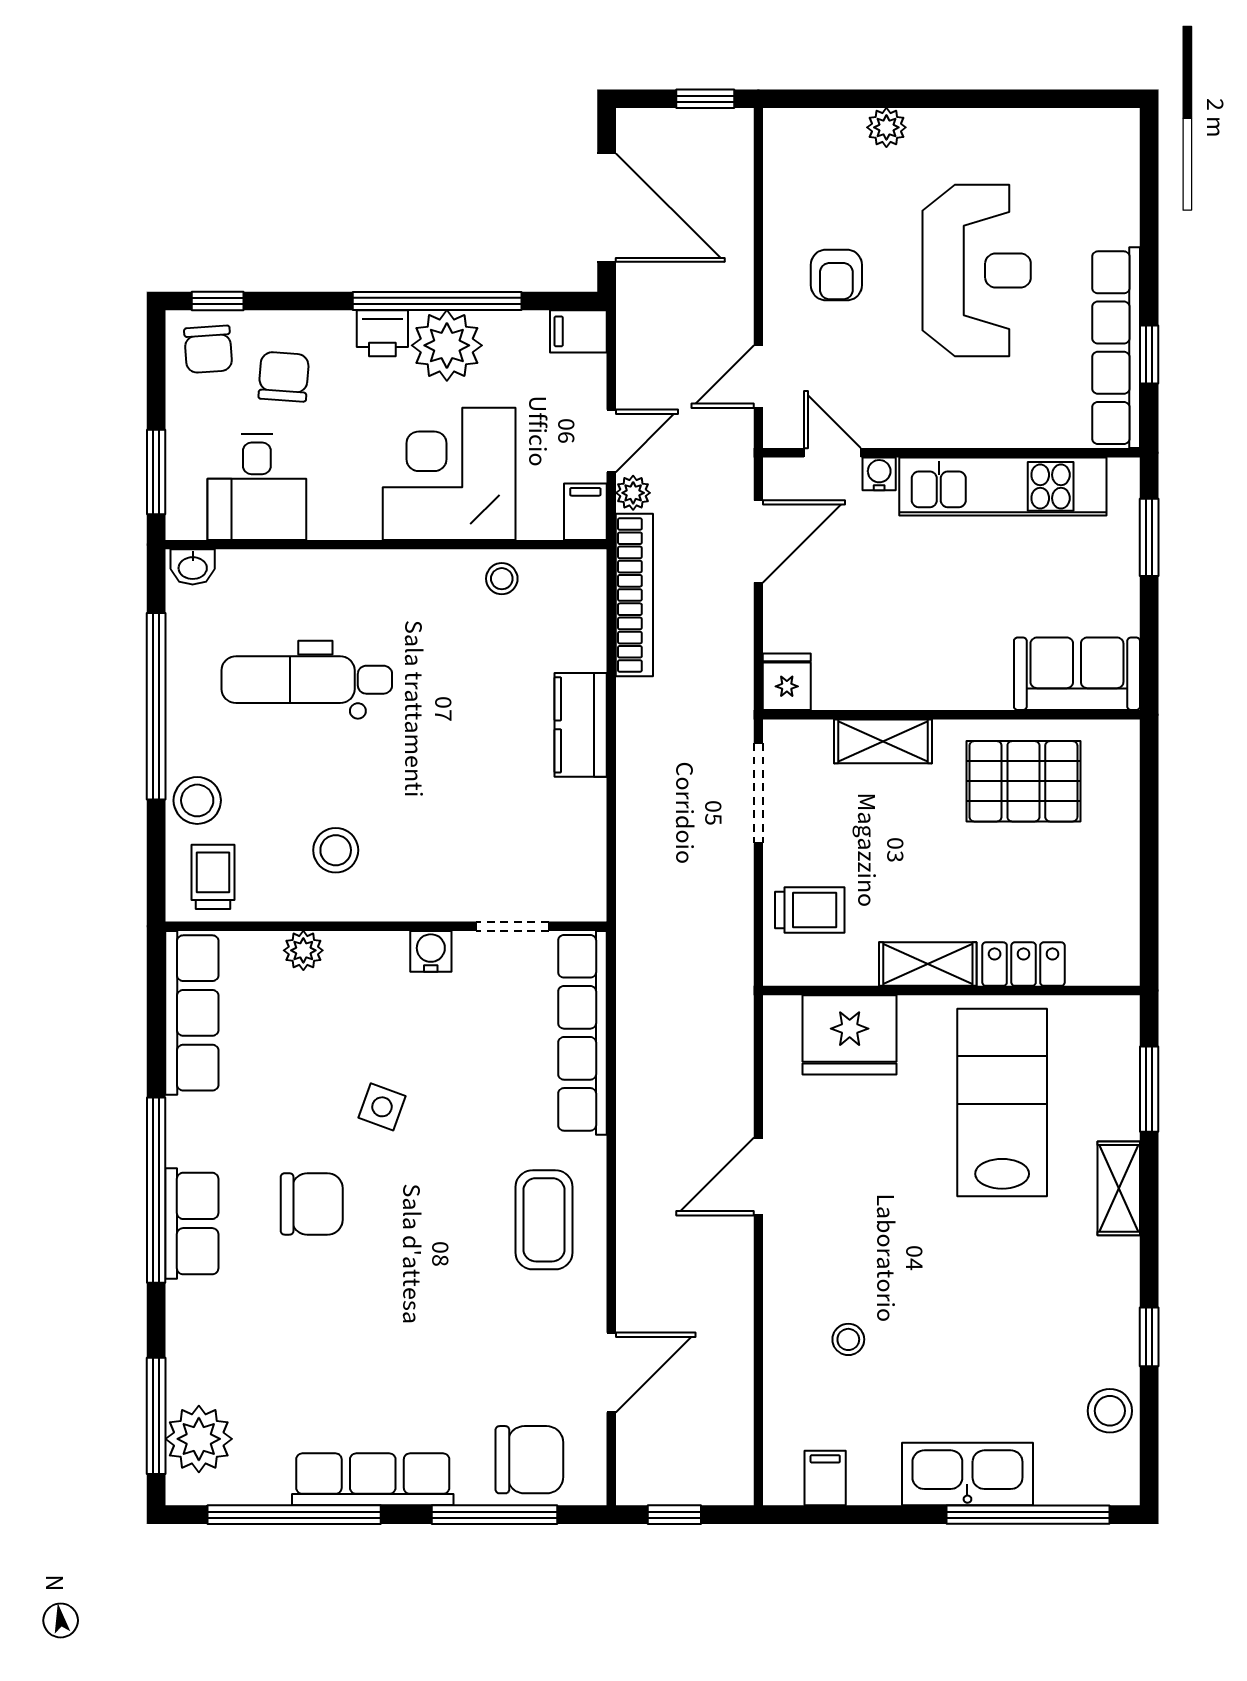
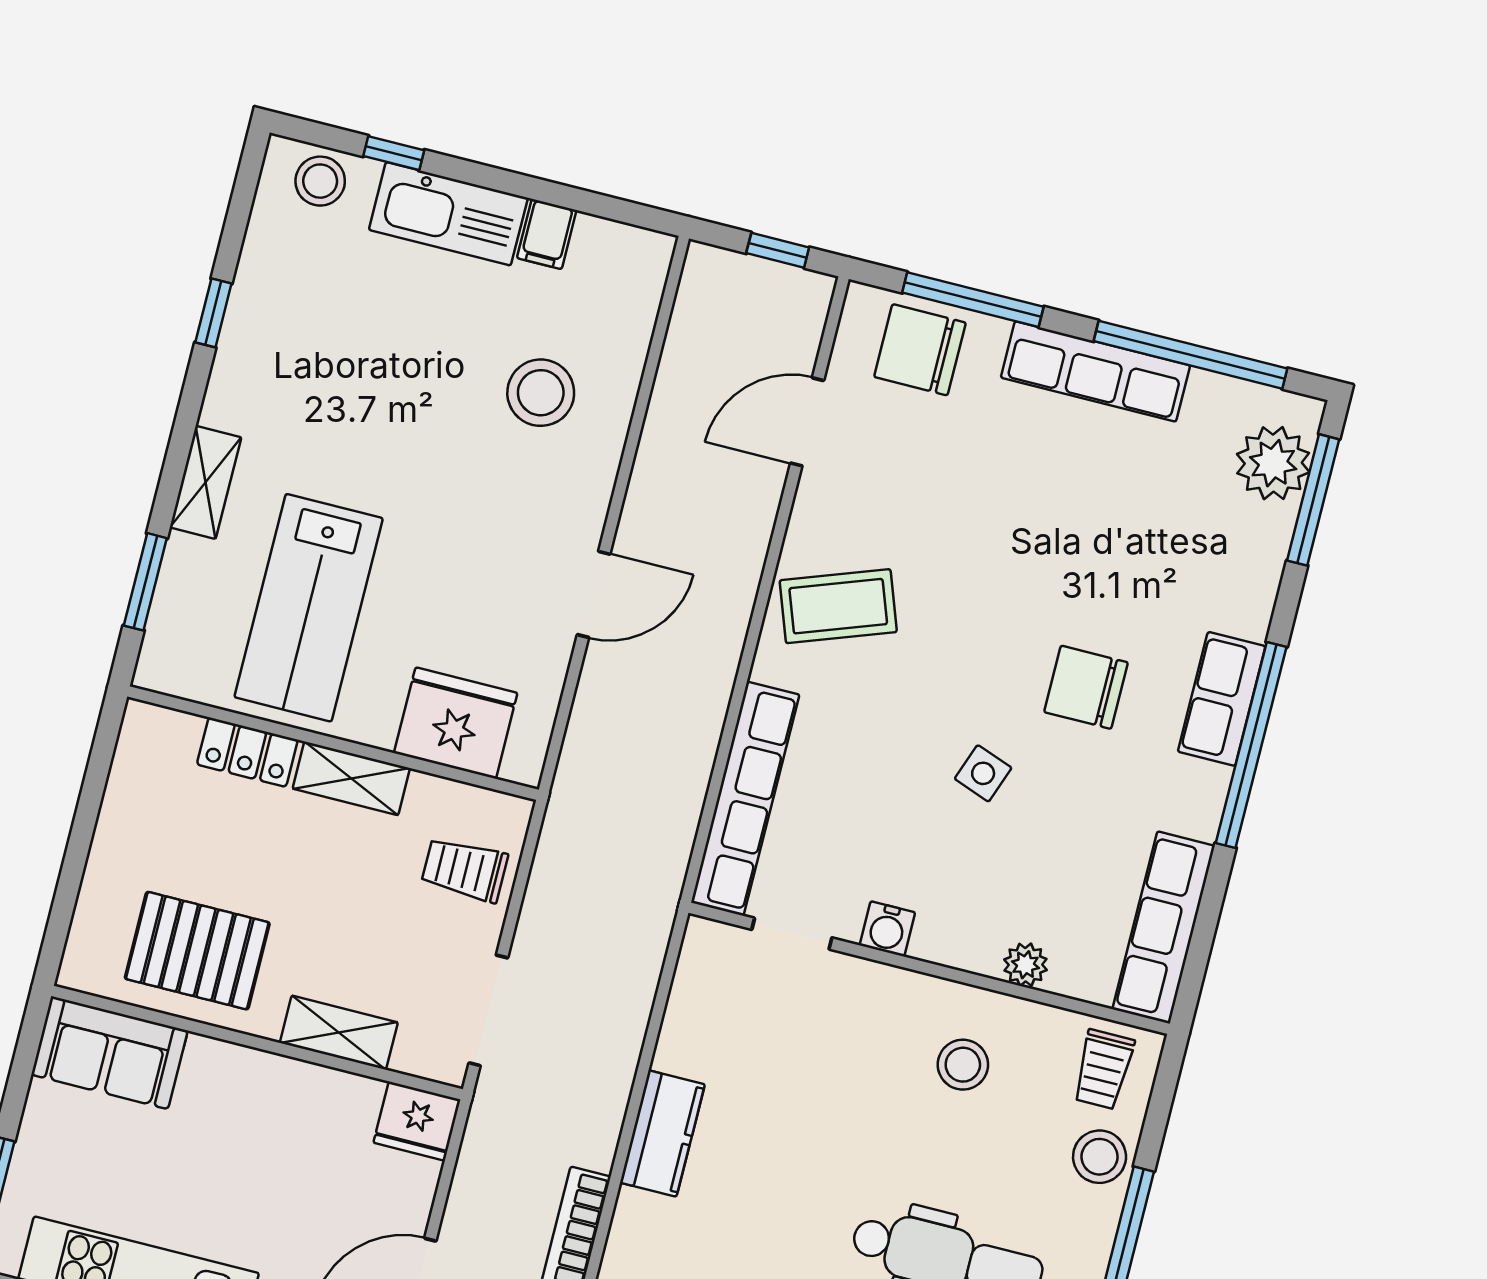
fridge: (787, 682) -> (417, 1121), width x1.38
coffee table: (544, 1220) -> (838, 606), turned 70
stool: (848, 1339) -> (541, 393), width x1.89, depth x1.89
stool: (1110, 1411) -> (320, 181), moved
filing cabinet: (825, 1478) -> (547, 234), moved
window: (1028, 1515) -> (394, 153), width x0.32

